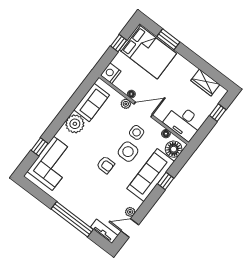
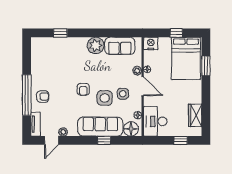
corner sofa: (53, 163) -> (56, 51), removed
armchair: (85, 206) -> (43, 97), added
door: (130, 228) -> (52, 140), swing flipped

